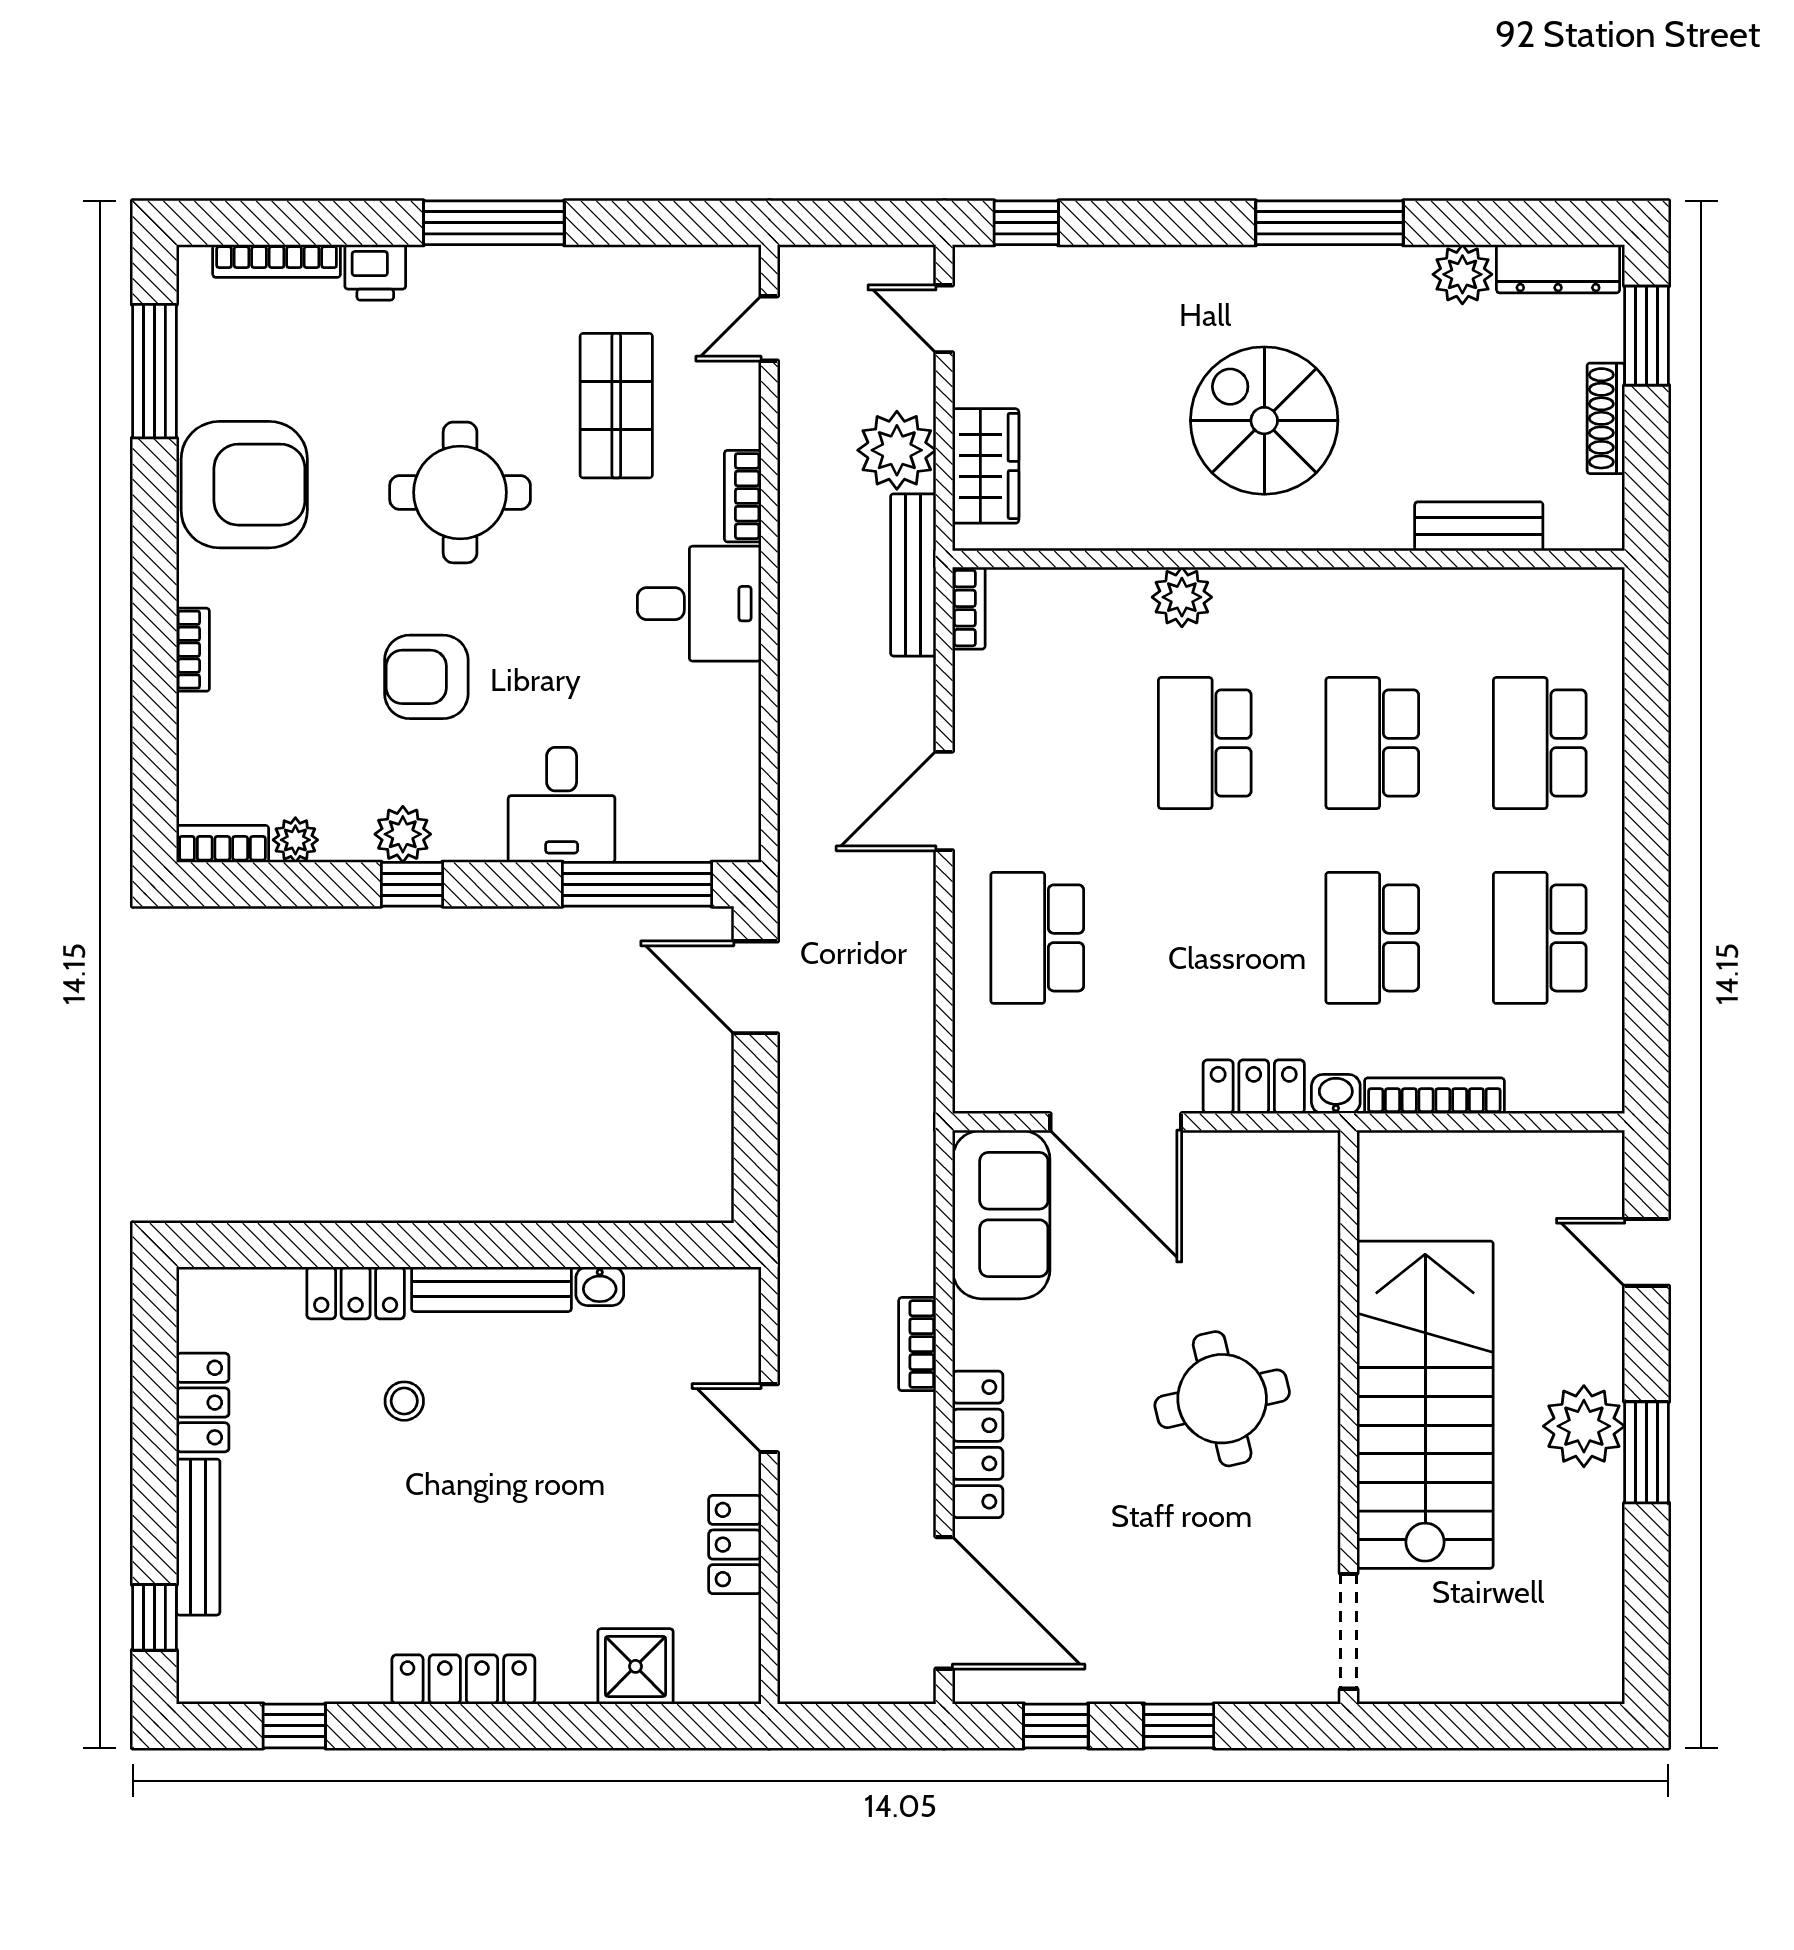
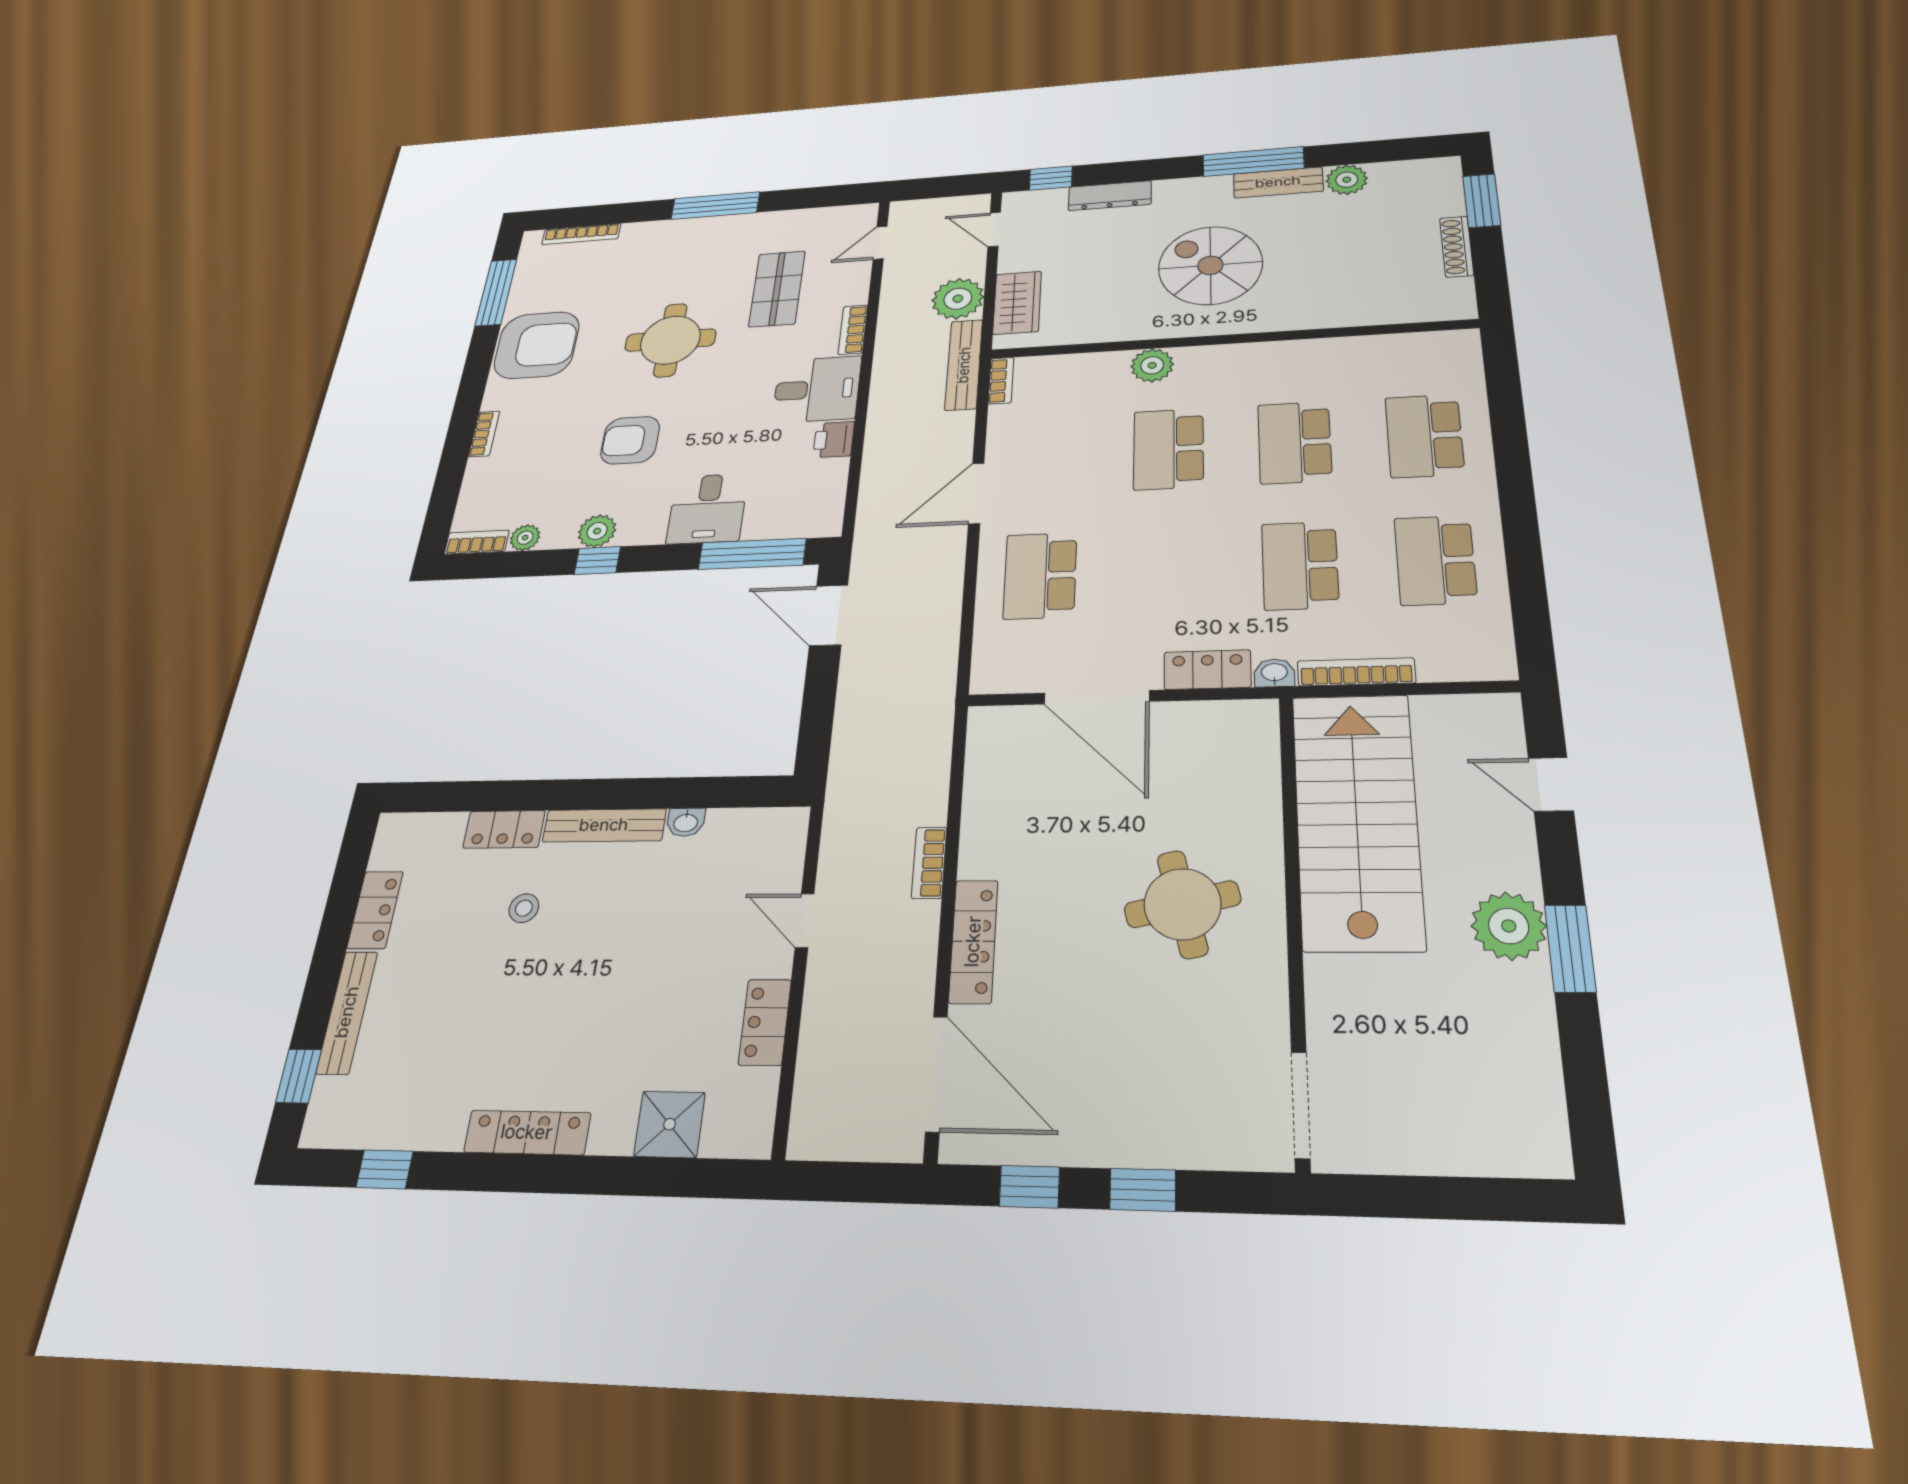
dresser: (1558, 269) -> (1110, 196), moved
printer: (375, 272) -> (834, 440), moved, turned 90
bench: (1479, 526) -> (1278, 182), moved
sofa: (1001, 1214) -> (1003, 765), removed
stairs: (1425, 1405) -> (1357, 819), moved

